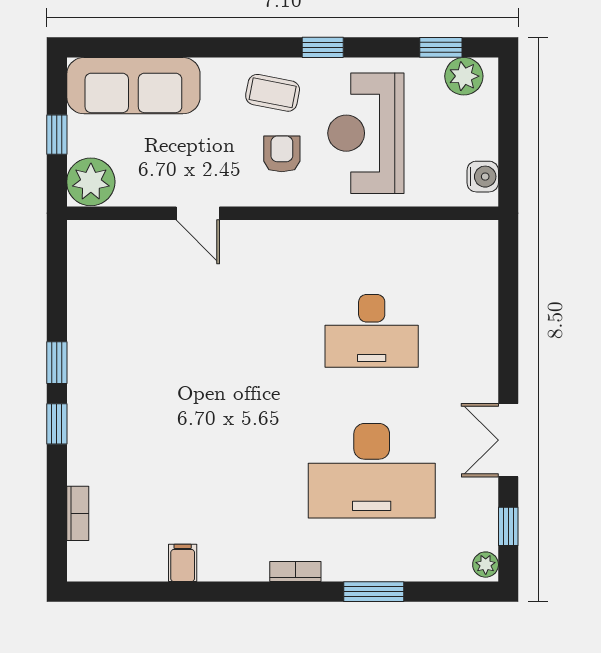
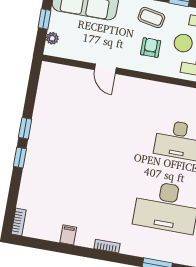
plant: (91, 182) -> (52, 38), width x0.53, depth x0.53
bookcase: (78, 513) -> (19, 222), moved
bookcase: (295, 571) -> (107, 246), moved

